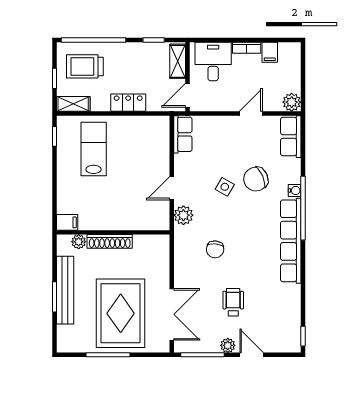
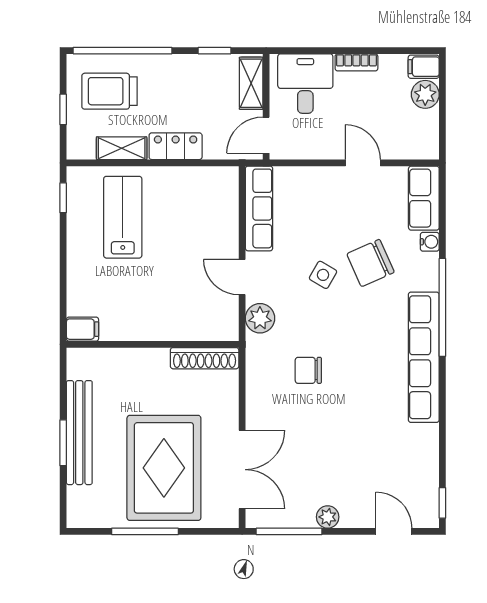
filing cabinet: (270, 52) -> (424, 67), moved, turned 90
plant: (292, 102) -> (425, 94), moved
shelving: (73, 104) -> (122, 148), moved
door: (251, 113) -> (363, 163), hinge flipped
row of seats: (183, 134) -> (259, 208), width x1.48
door: (172, 188) -> (242, 277), hinge flipped
water cooler: (295, 190) -> (430, 242), moved
shoe rack: (110, 241) -> (205, 358), moved
plant: (79, 242) -> (100, 359), removed
chair: (215, 249) -> (308, 370), turned 84
wheelchair: (233, 302) -> (336, 451), removed
door: (252, 355) -> (394, 531), moved

